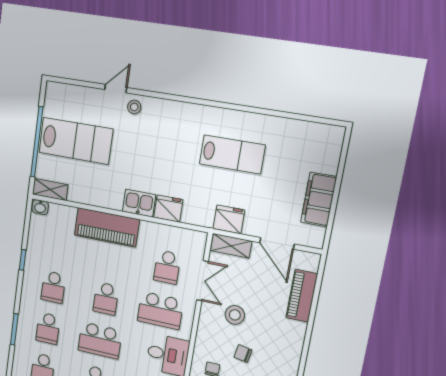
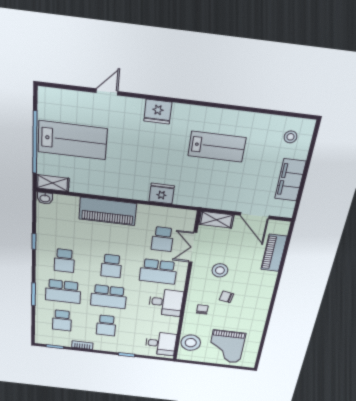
stool: (134, 107) -> (290, 137), moved
kitchen sink: (139, 203) -> (135, 190), removed
fridge: (229, 219) -> (158, 112), moved, turned 180
double door: (202, 281) -> (193, 247), swing flipped
school desk: (48, 328) -> (63, 291), width x1.85

